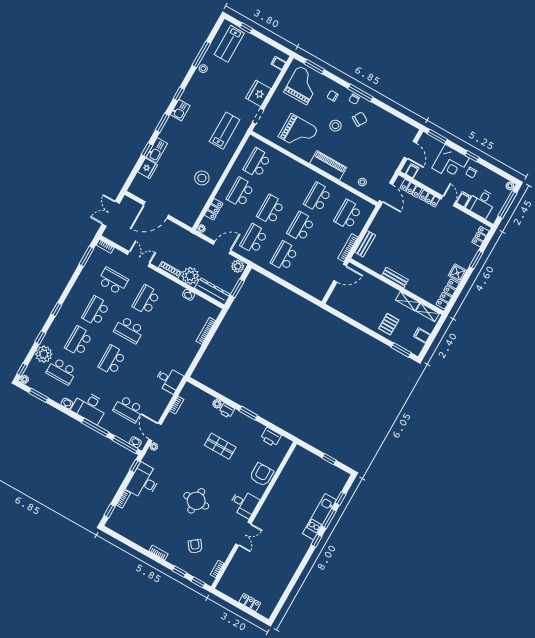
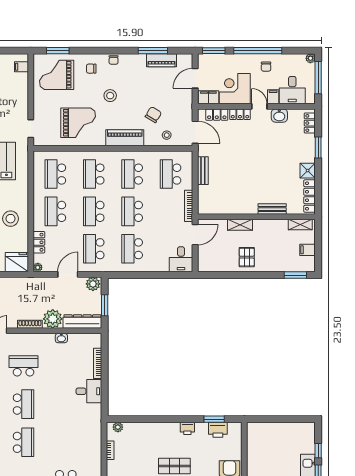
grand piano: (303, 85) -> (57, 75), turned -90
fridge: (258, 93) -> (17, 262), moved, turned 90
window: (360, 93) -> (153, 51), moved
chair: (360, 119) -> (153, 115), moved
piano: (392, 121) -> (162, 60), added
door: (410, 150) -> (195, 78), swing flipped
window: (472, 156) -> (258, 51), width x3.17
corner desk: (450, 163) -> (235, 89), moved, turned 180
filing cabinet: (412, 171) -> (208, 97), width x2.00
school desk: (287, 180) -> (94, 174), added
washbasin: (460, 217) -> (279, 116), added
bench: (365, 244) -> (203, 171), moved
bench: (395, 278) -> (272, 209), moved
desk: (318, 286) -> (181, 259), added
school desk: (146, 300) -> (24, 366), turned 90
shelving: (408, 301) -> (240, 225), moved
pallet: (389, 324) -> (247, 257), moved
school desk: (129, 330) -> (24, 404), turned -90
school desk: (112, 360) -> (24, 442), turned 180
desk: (169, 380) -> (89, 391), moved
plant: (217, 404) -> (118, 427), moved
printer: (227, 411) -> (187, 428), moved
window: (248, 413) -> (214, 419), moved
window: (329, 459) -> (286, 419), removed

